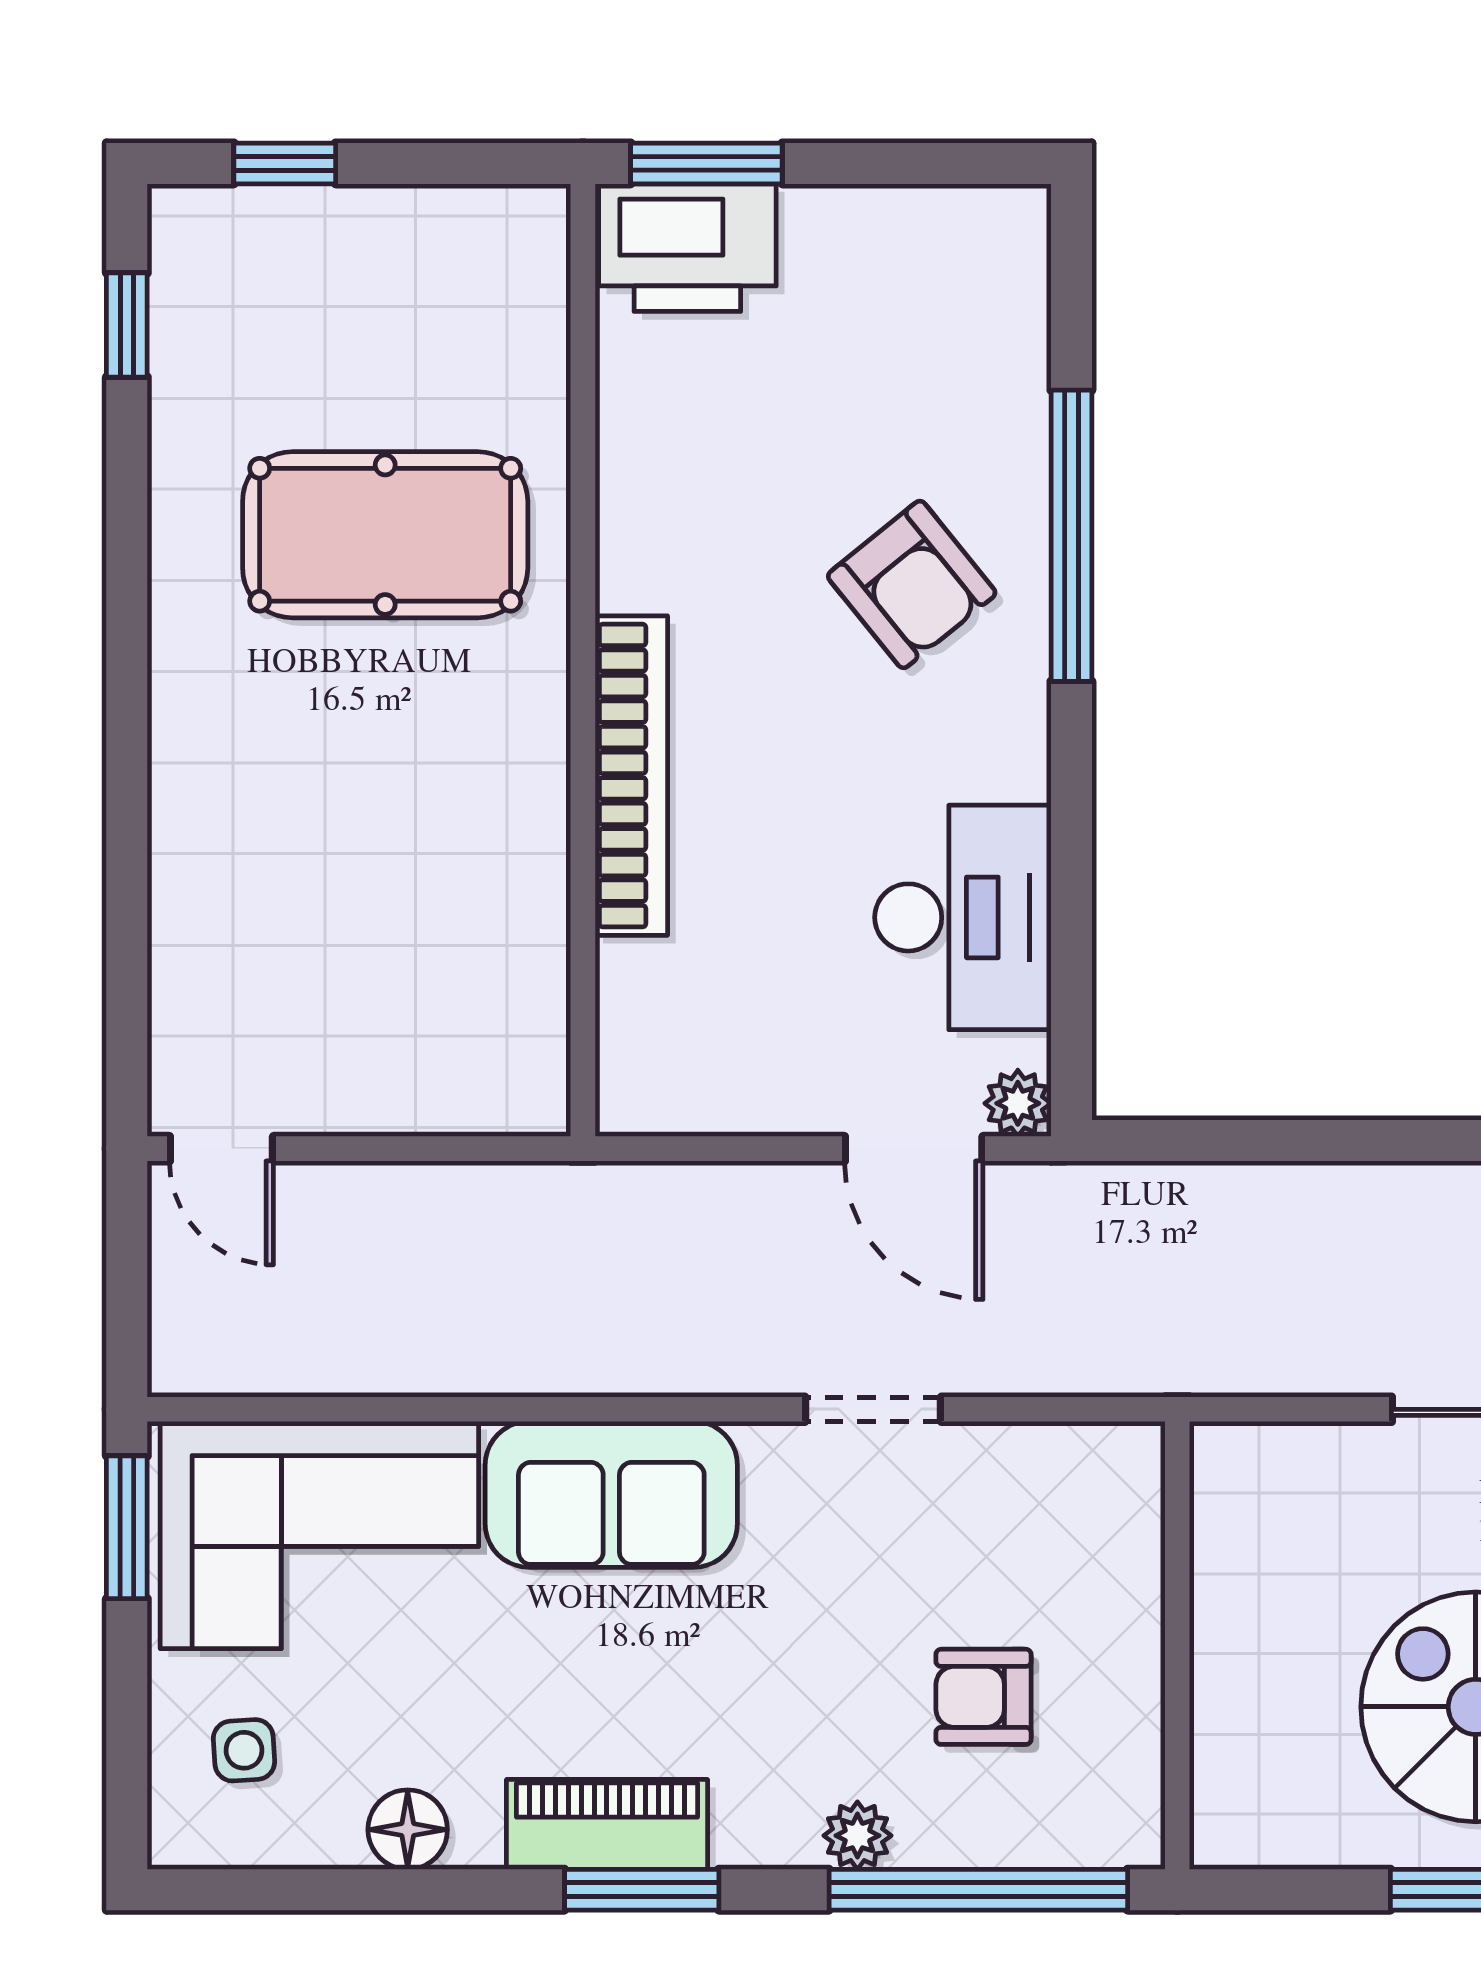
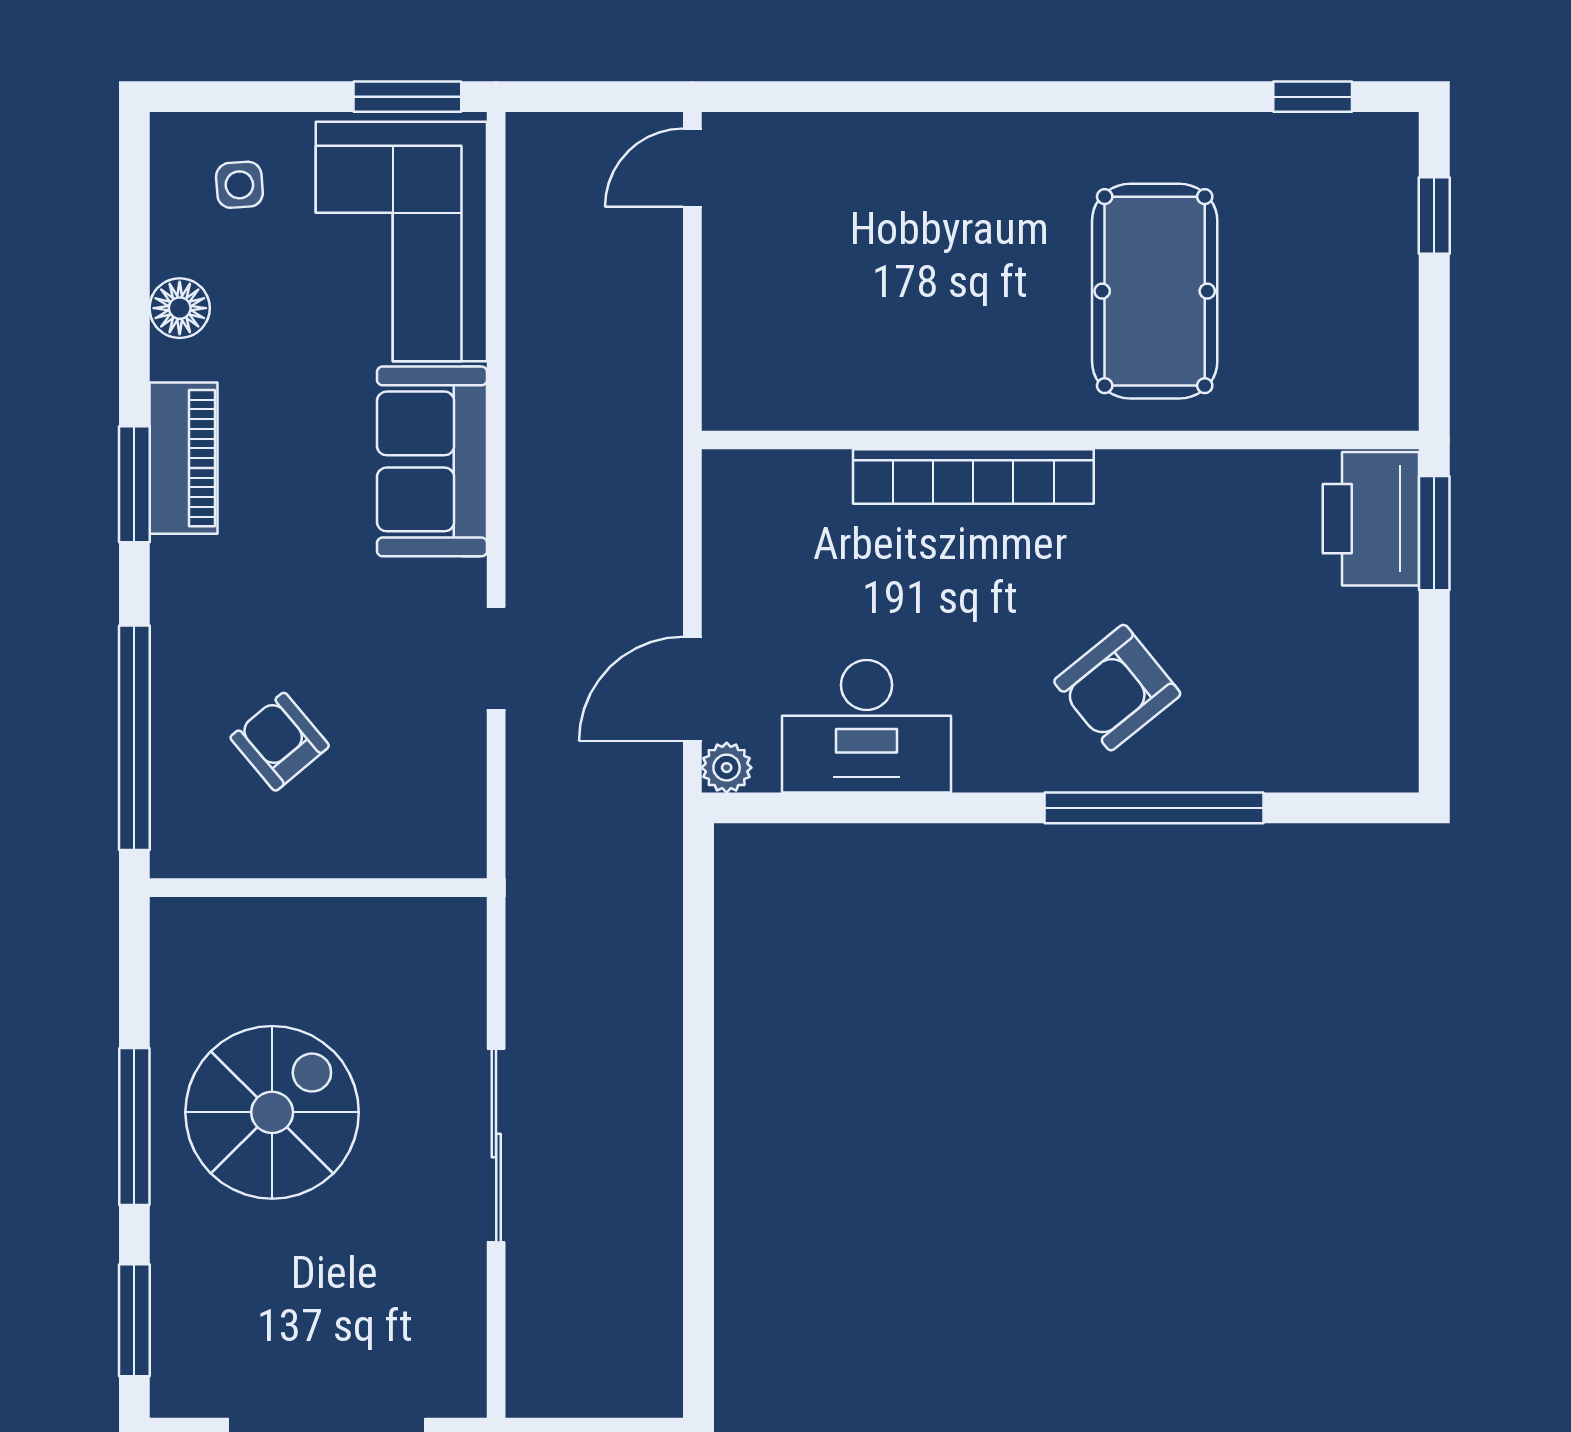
armchair: (984, 1697) -> (280, 742), turned -40
plant: (857, 1836) -> (175, 647), removed

